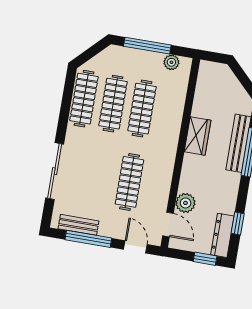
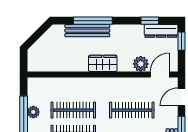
plant: (171, 62) -> (33, 112), moved
wardrobe: (198, 136) -> (103, 63), moved

